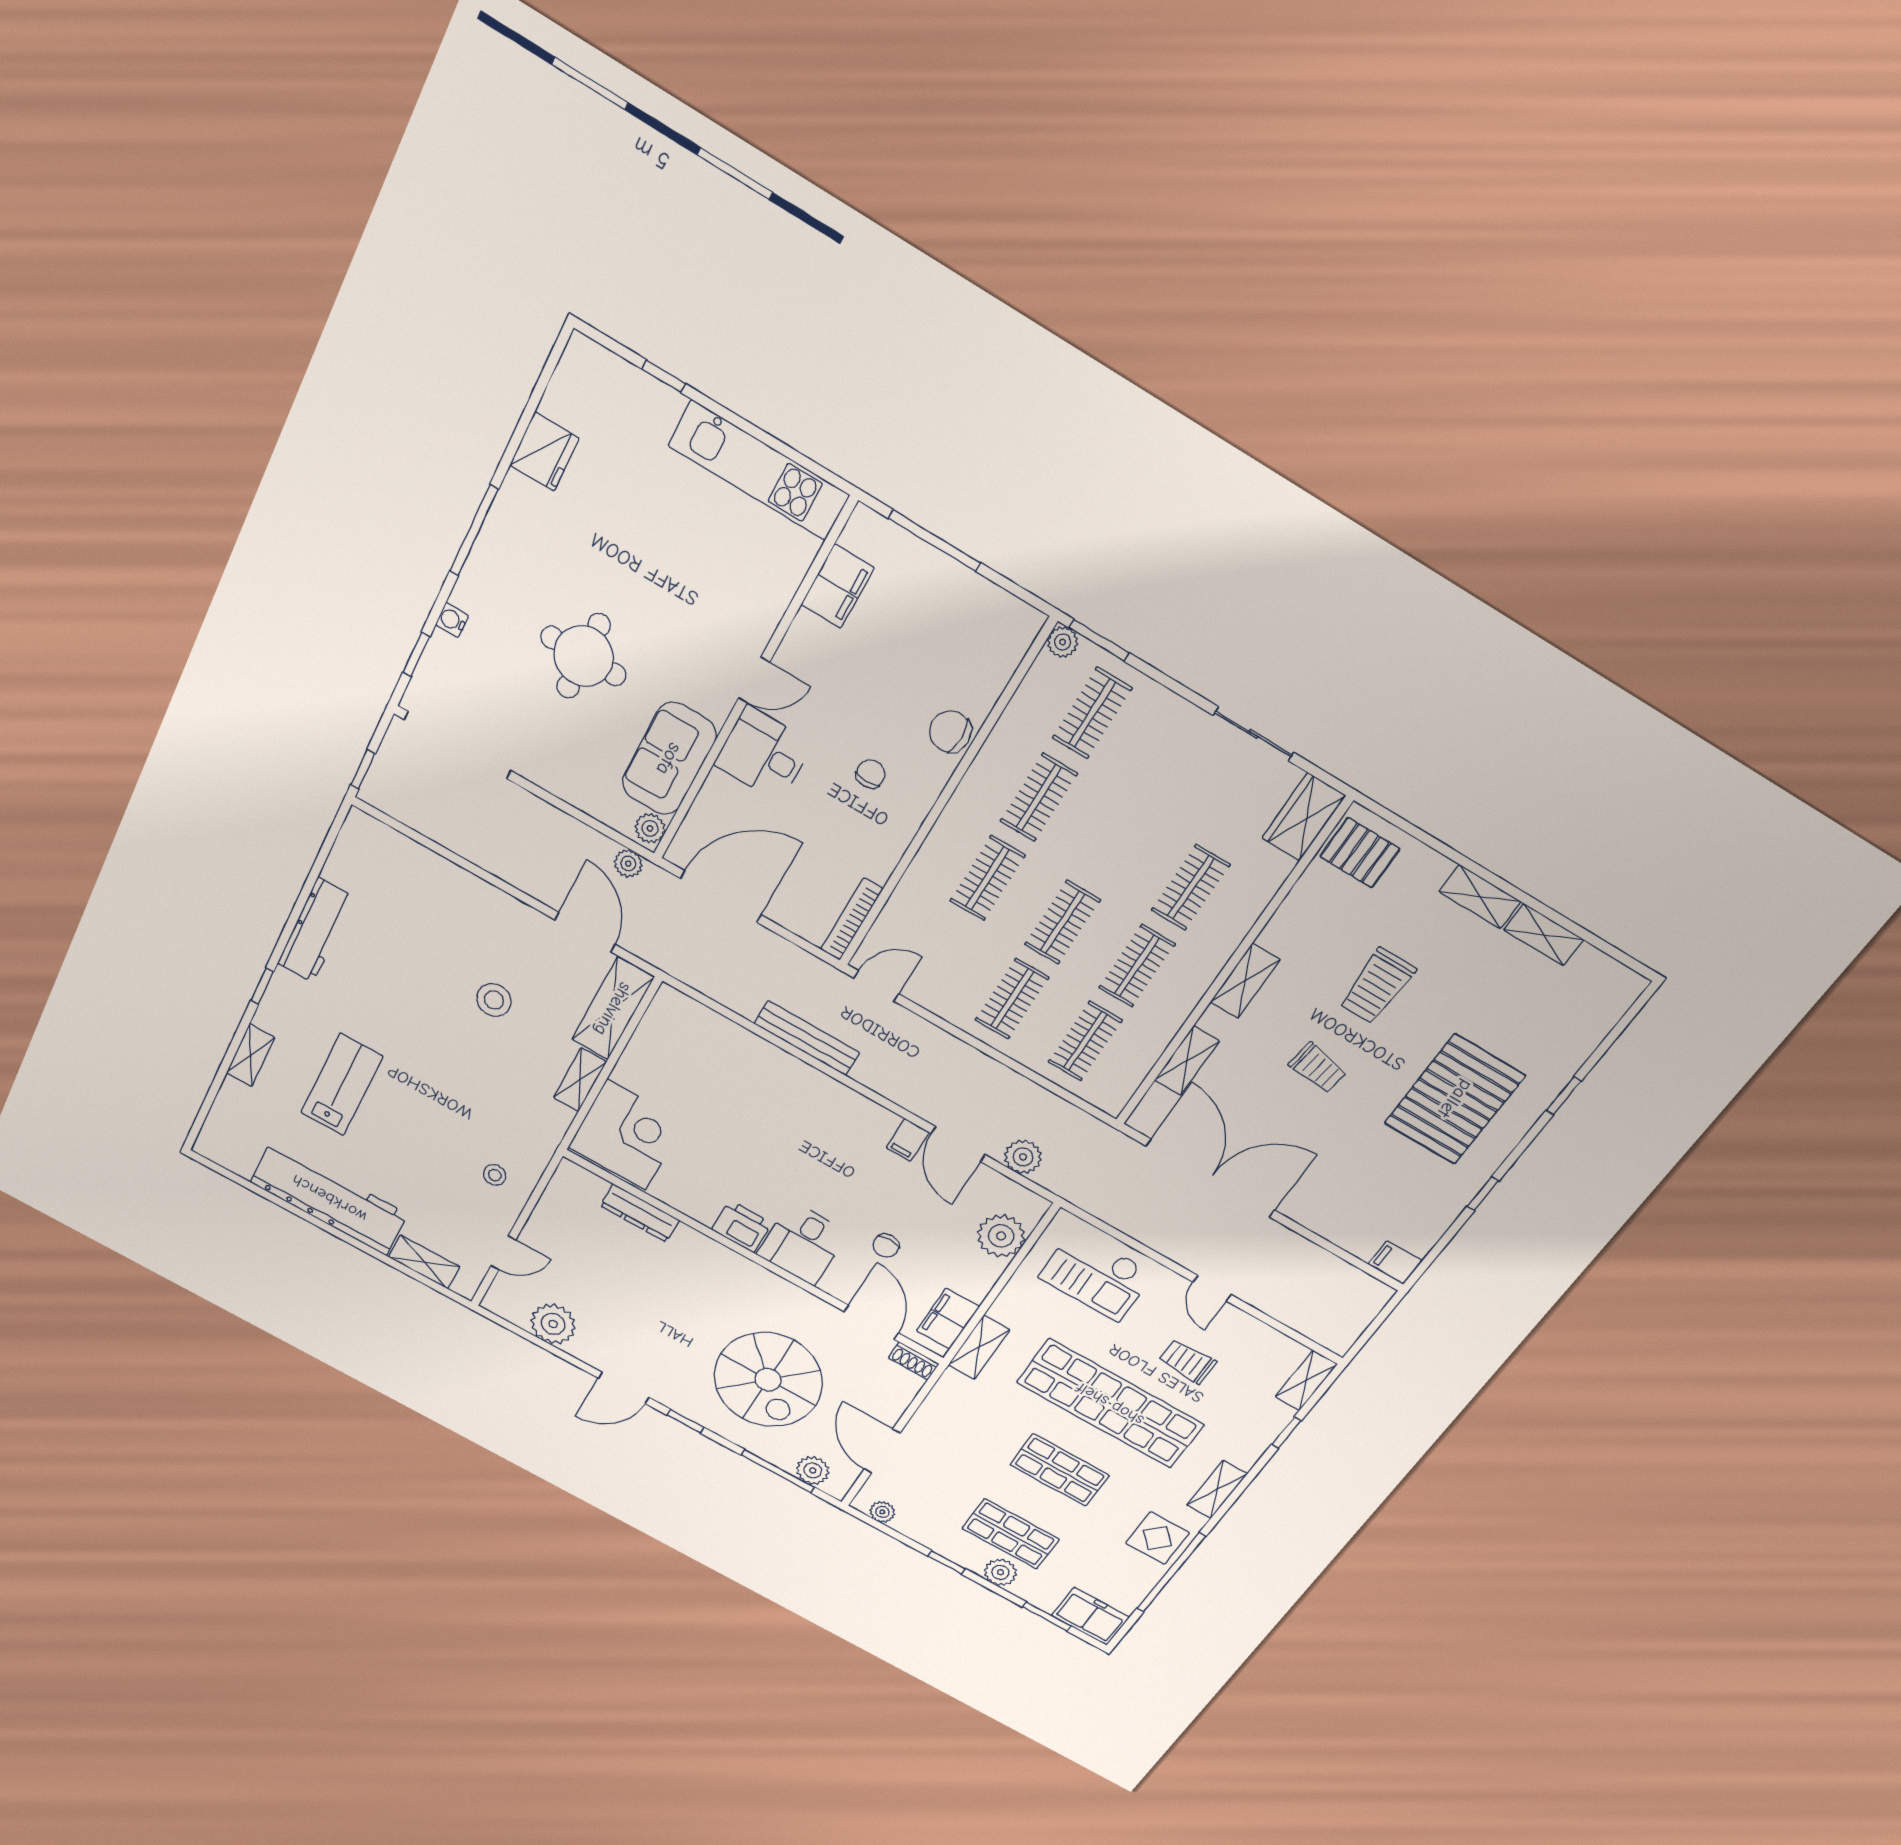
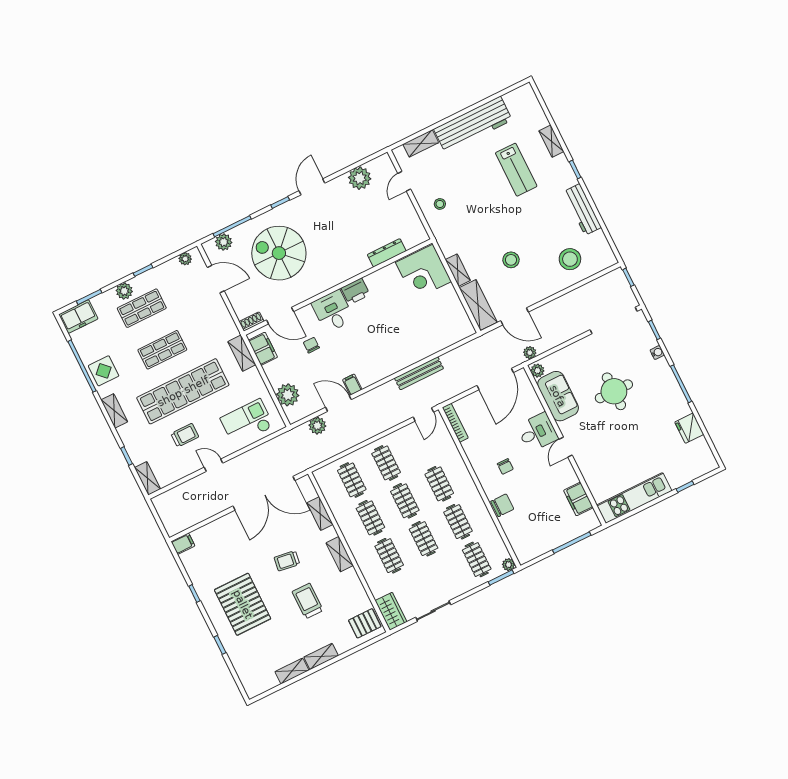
clothes rail: (1115, 843) -> (424, 539), added
stool: (414, 897) -> (570, 259), added

